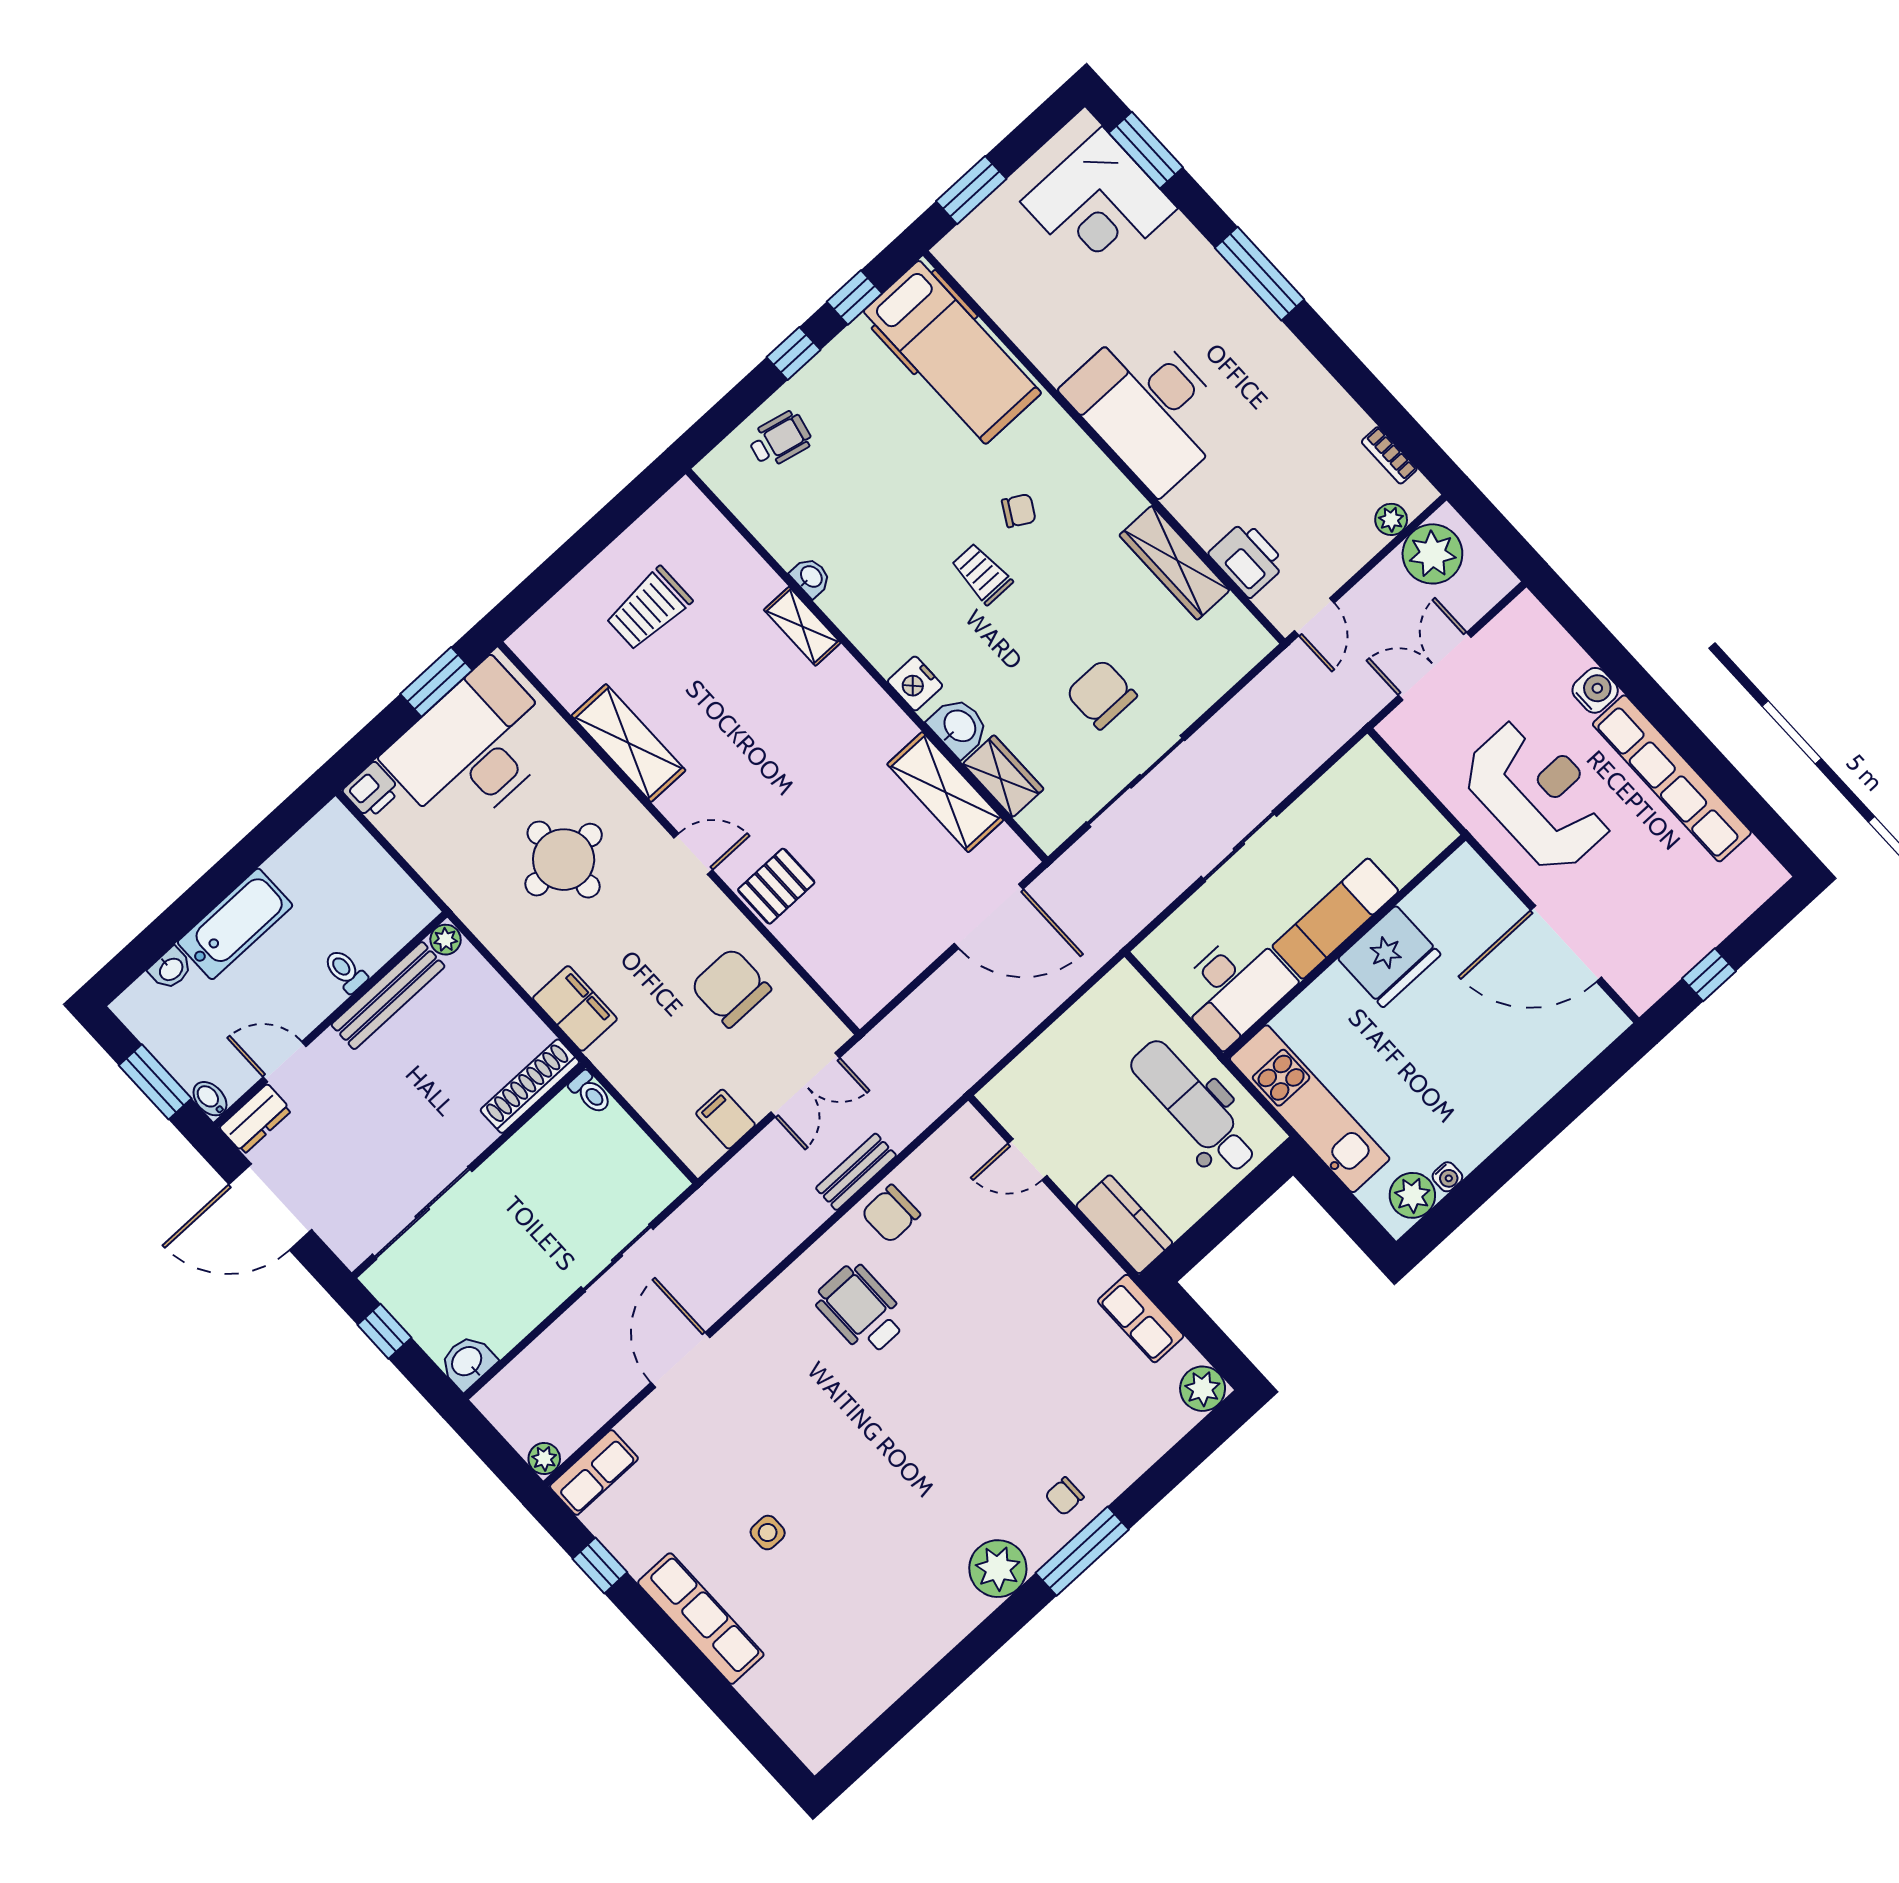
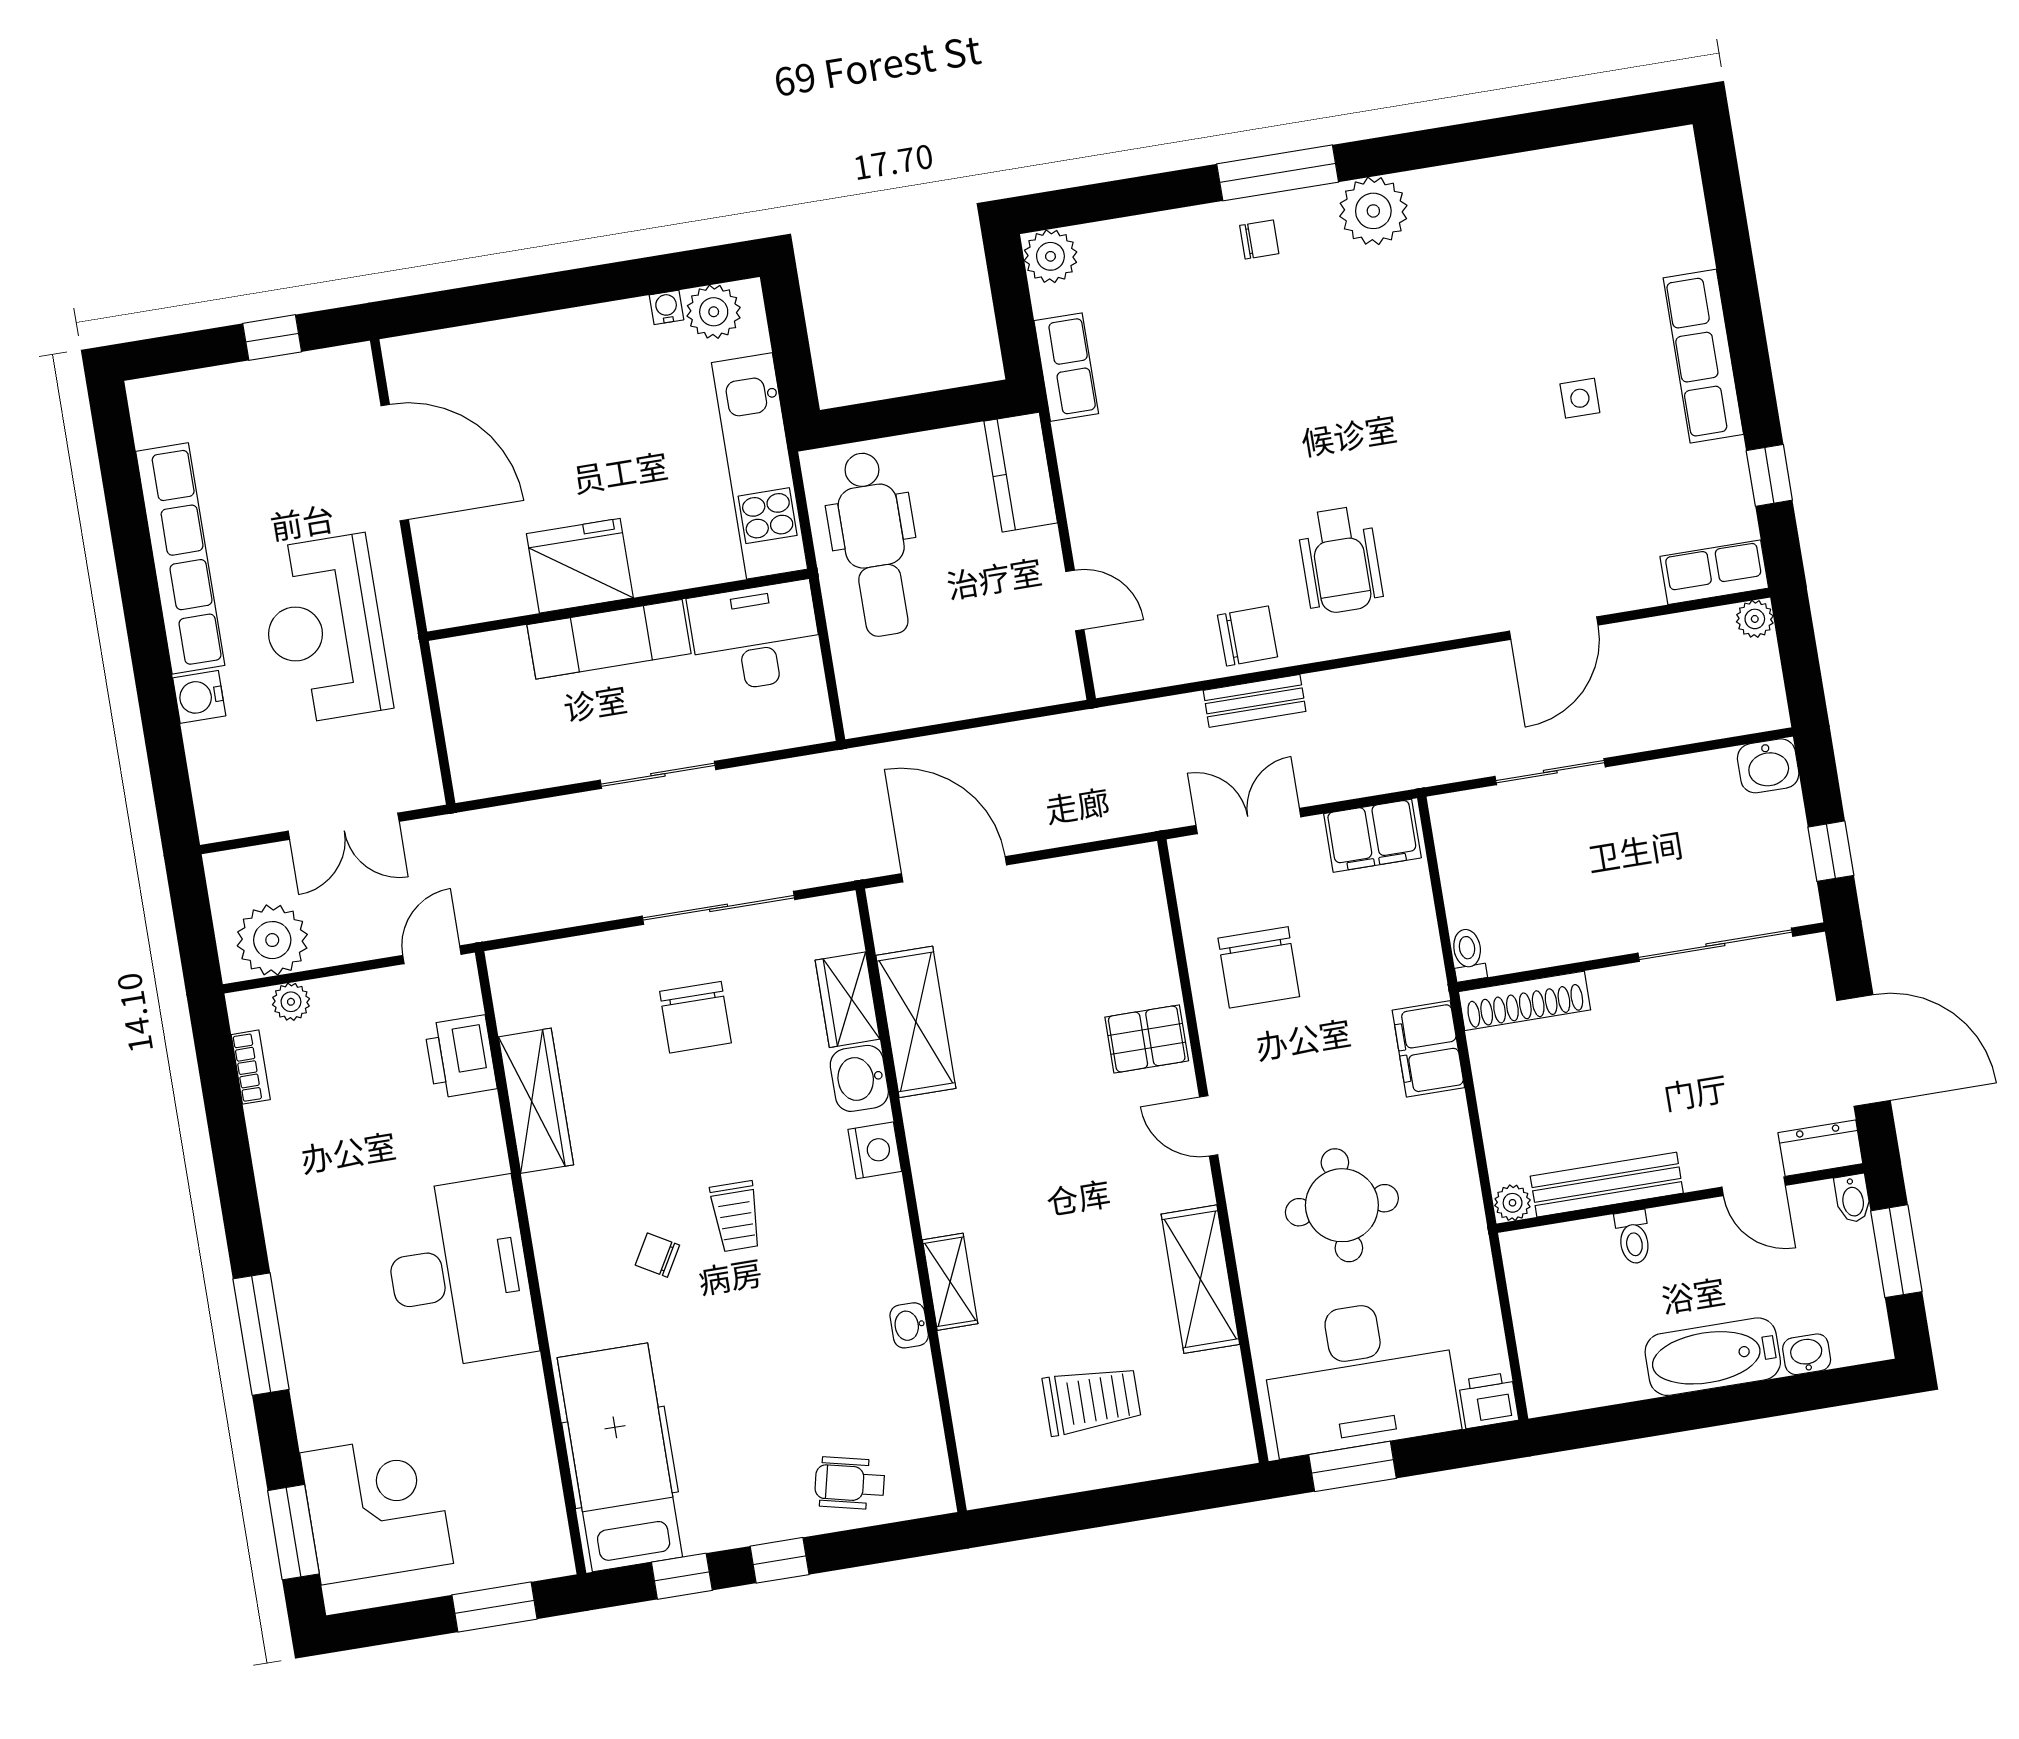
filing cabinet: (726, 1119) -> (1372, 836), width x2.00

